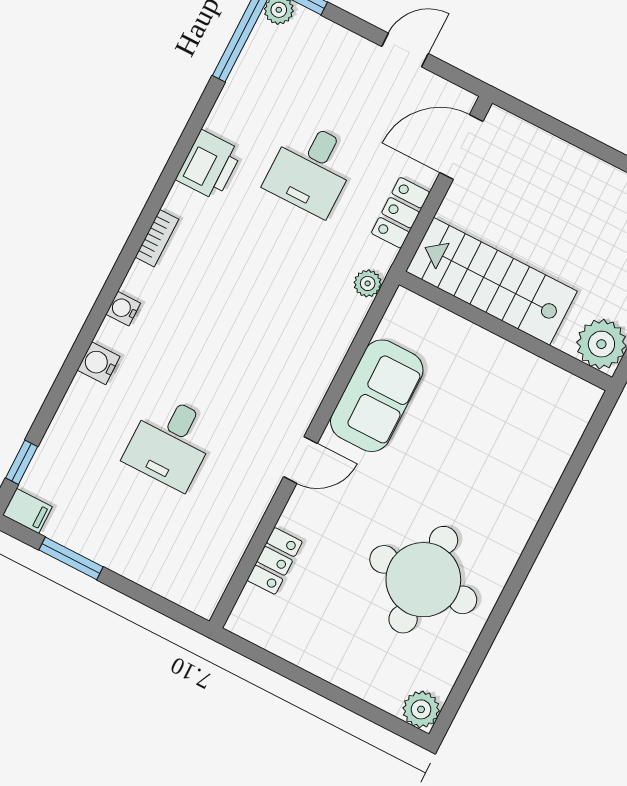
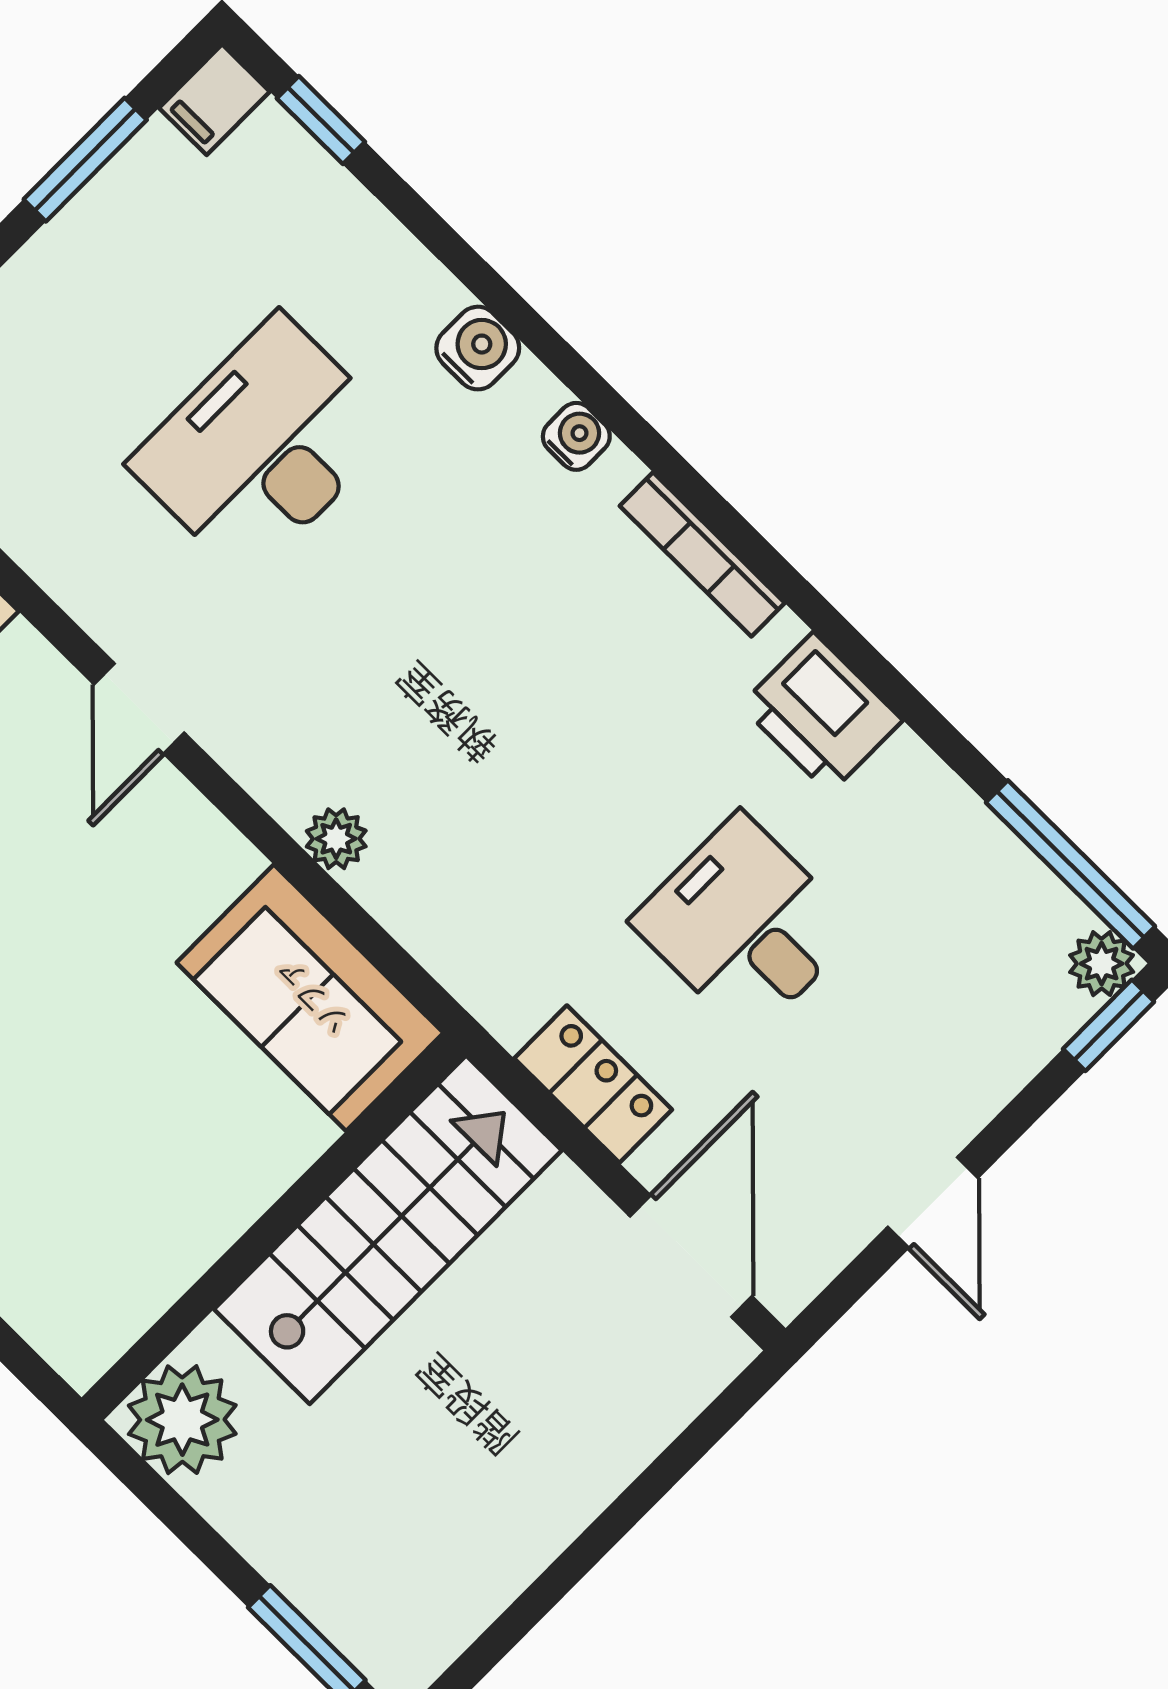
bookcase: (157, 238) -> (702, 554), width x1.56
plant: (368, 283) -> (336, 839), moved
sofa: (377, 396) -> (310, 998), moved
desk: (171, 443) -> (263, 447), width x1.37

